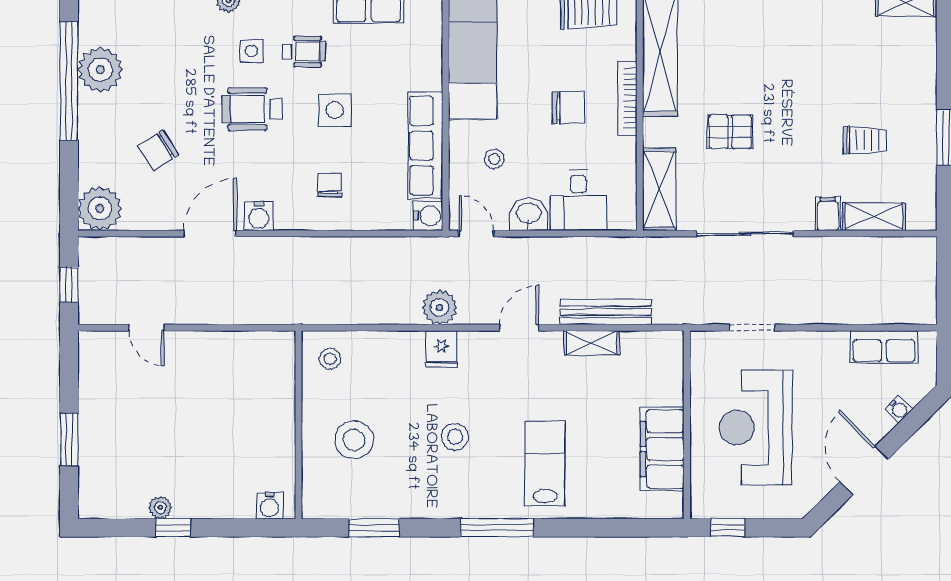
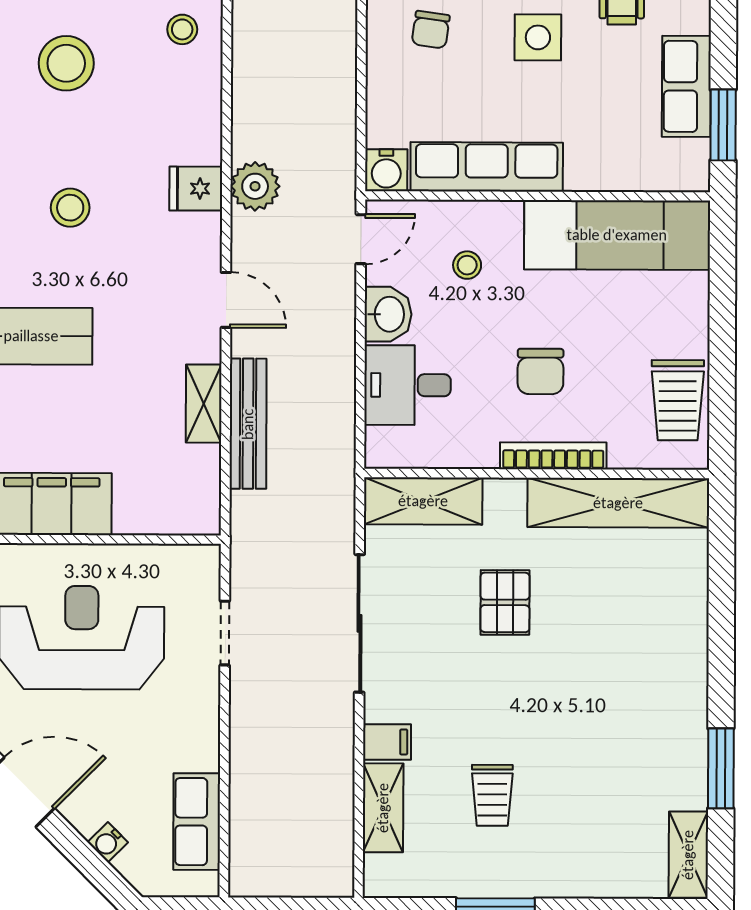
chair: (330, 185) -> (431, 30), turned 98

